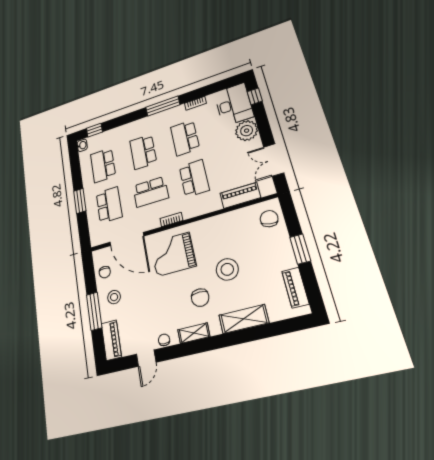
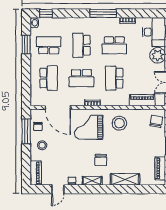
school desk: (185, 138) -> (114, 45), turned -90
school desk: (103, 165) -> (49, 45), turned 90
school desk: (194, 178) -> (114, 78), turned 180
window: (80, 201) -> (26, 45), moved
stool: (227, 269) -> (119, 123), moved
window: (94, 311) -> (26, 131), moved

